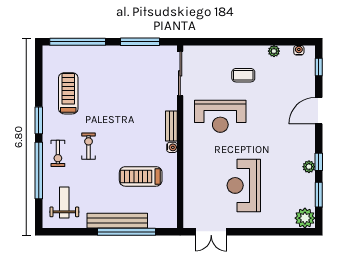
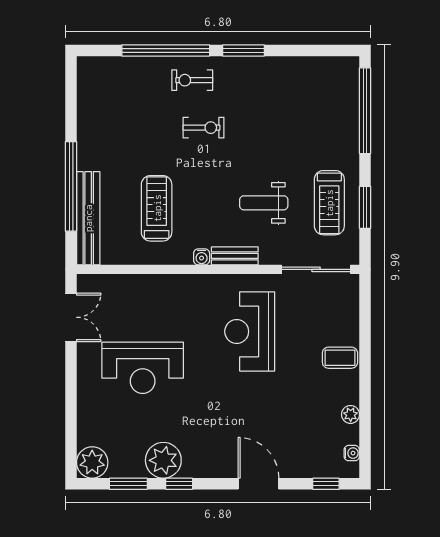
window: (140, 42) -> (365, 207), width x0.69
coffee table: (243, 75) -> (340, 358), moved, turned 90
treadmill: (68, 93) -> (329, 203), moved, turned 90
plant: (309, 167) -> (163, 460), width x1.87, depth x1.87
reception desk: (244, 185) -> (143, 368), turned 180
weight bench: (64, 203) -> (264, 203), moved, turned 180
bench: (117, 221) -> (88, 218), moved
double door: (211, 232) -> (71, 317), swing flipped

